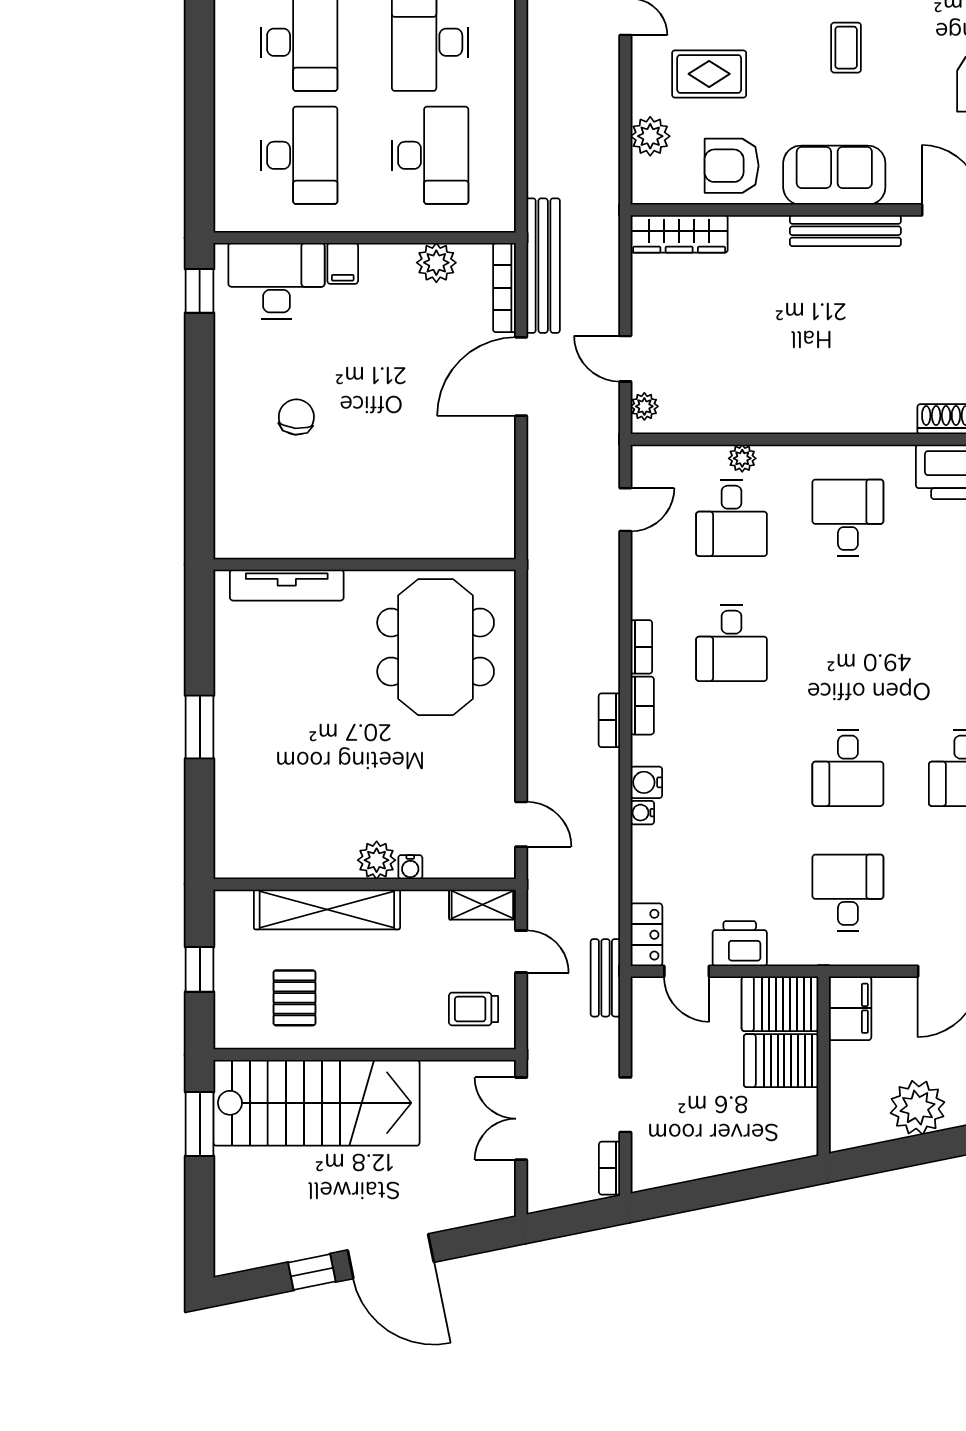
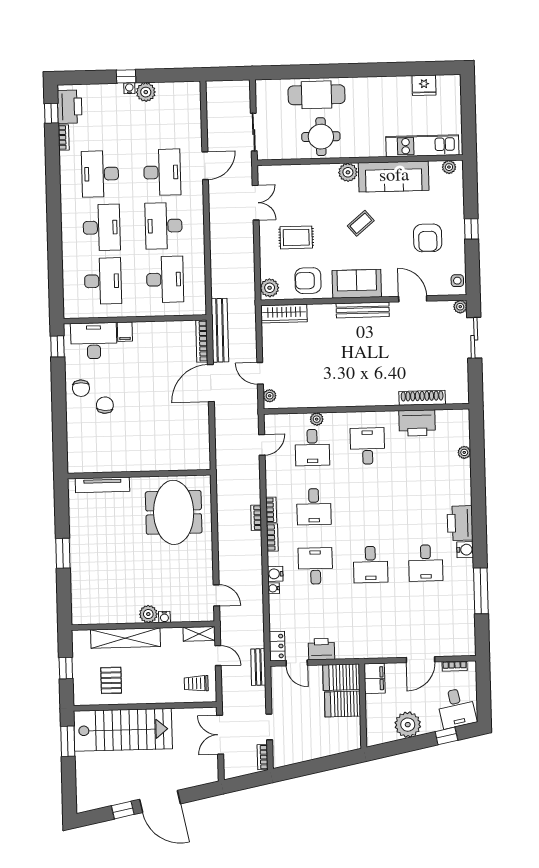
coffee table: (846, 48) -> (361, 223), turned 50
plant: (650, 136) -> (270, 288), moved
plant: (436, 263) -> (169, 330), removed
chair: (247, 380) -> (81, 388), added
bookcase: (609, 720) -> (256, 518), moved
desk: (848, 893) -> (315, 566), moved

